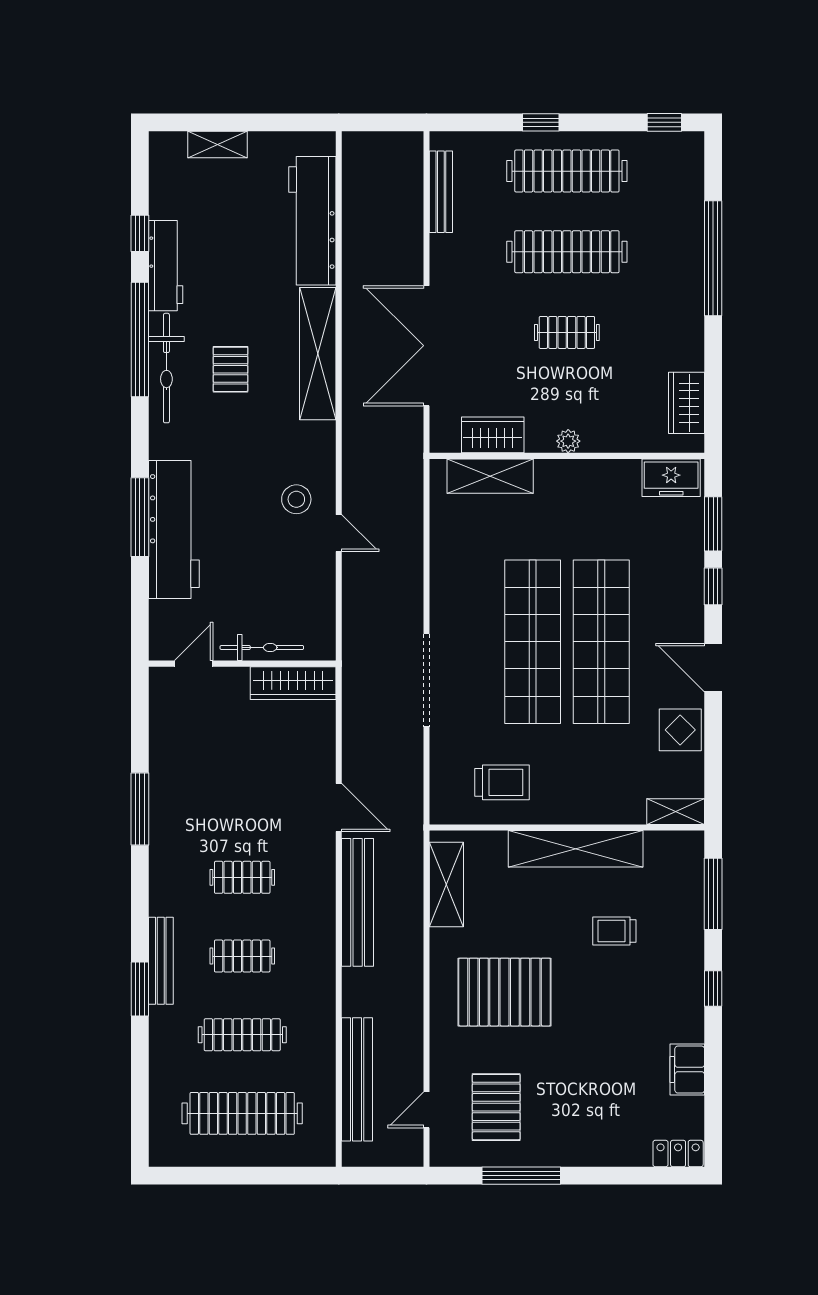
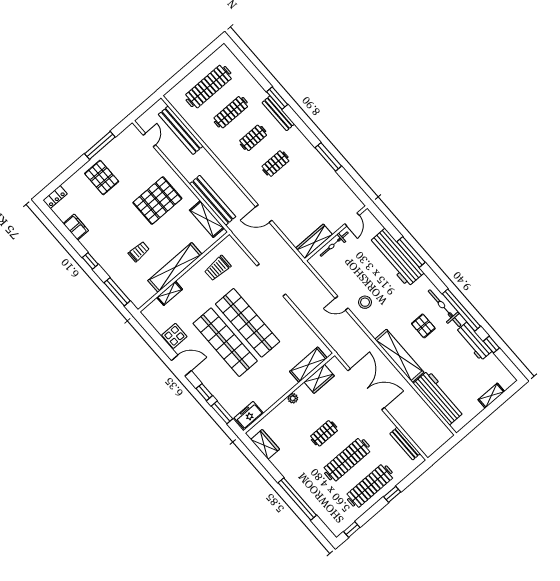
shelving: (676, 812) -> (170, 293), moved
bench: (358, 902) -> (213, 200), moved
pallet: (496, 1107) -> (102, 177), moved

